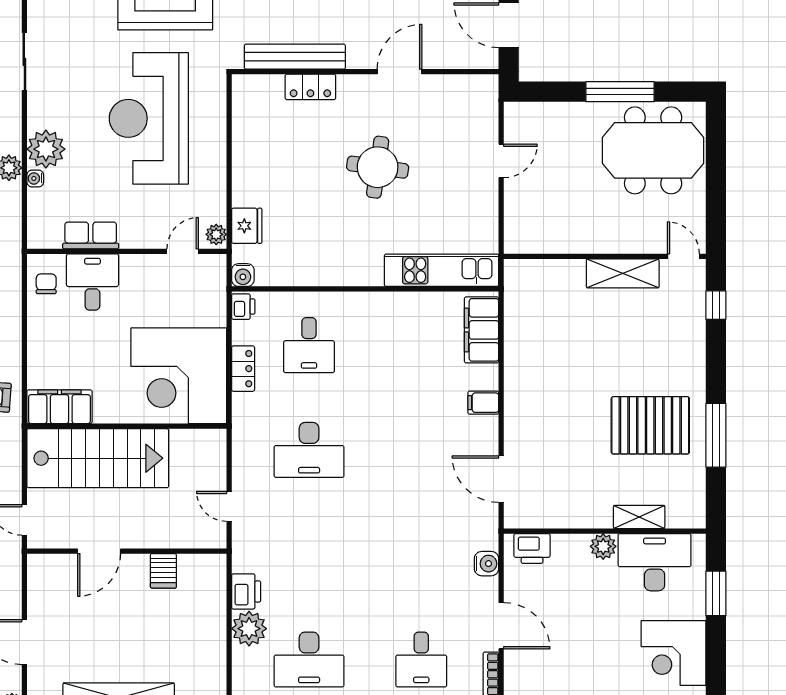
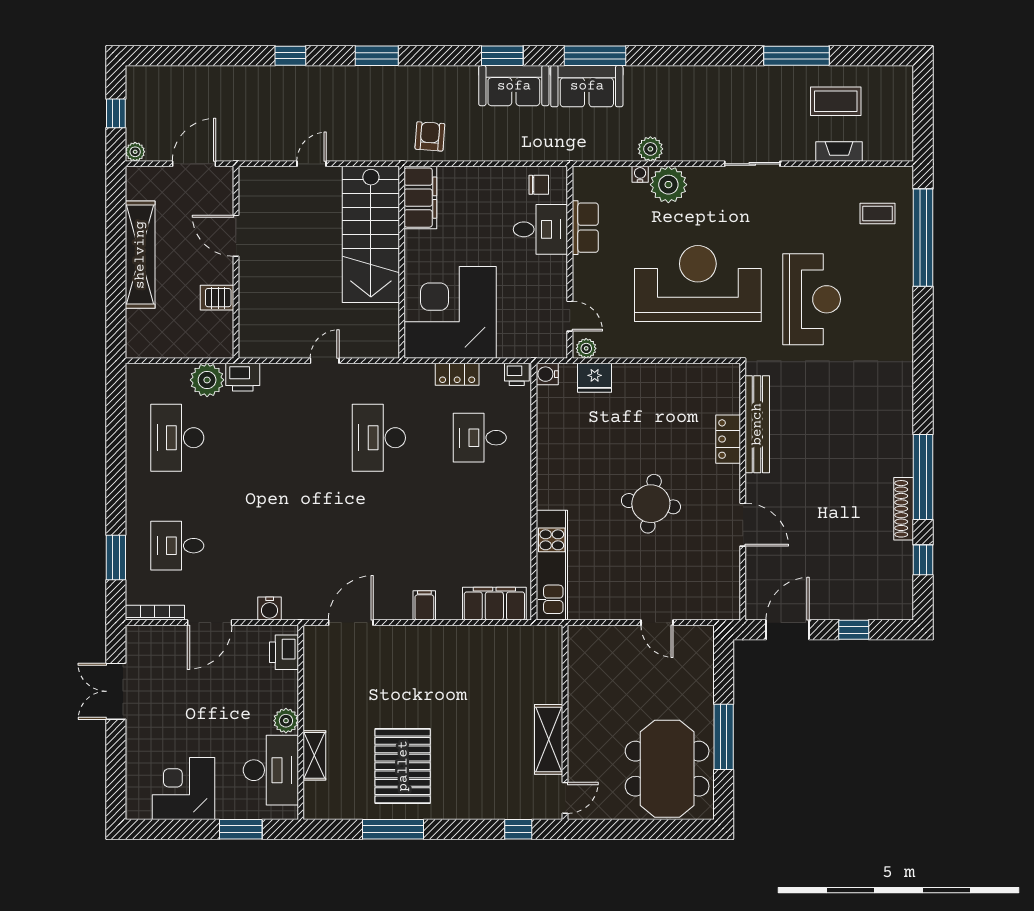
door: (99, 551) -> (236, 236), moved
wall: (127, 551) -> (236, 262), moved
server rack: (163, 571) -> (217, 298), moved

